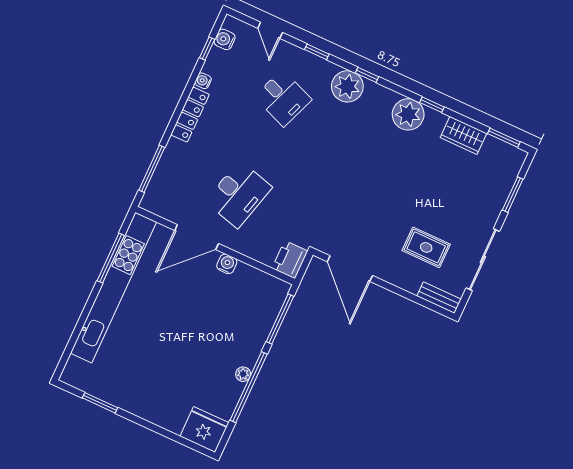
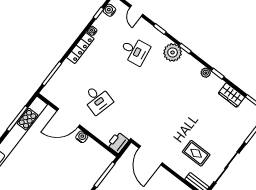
desk: (283, 98) -> (135, 51), turned -30
plant: (408, 114) -> (206, 73), width x0.53, depth x0.53
desk: (239, 194) -> (97, 99), width x0.73

